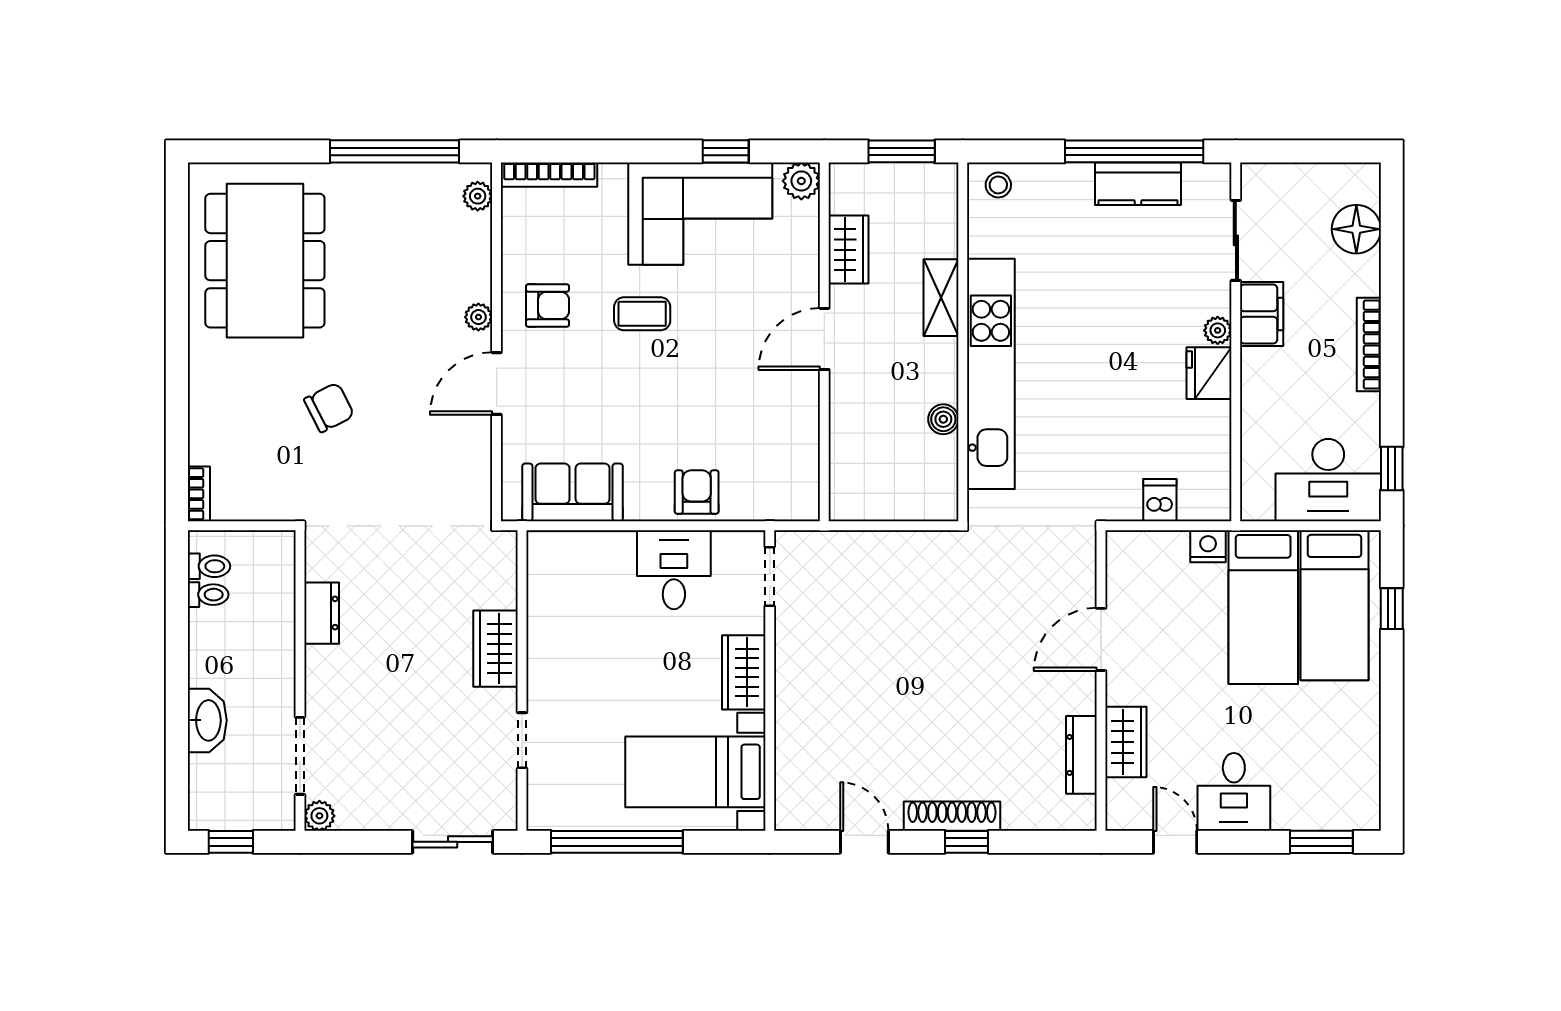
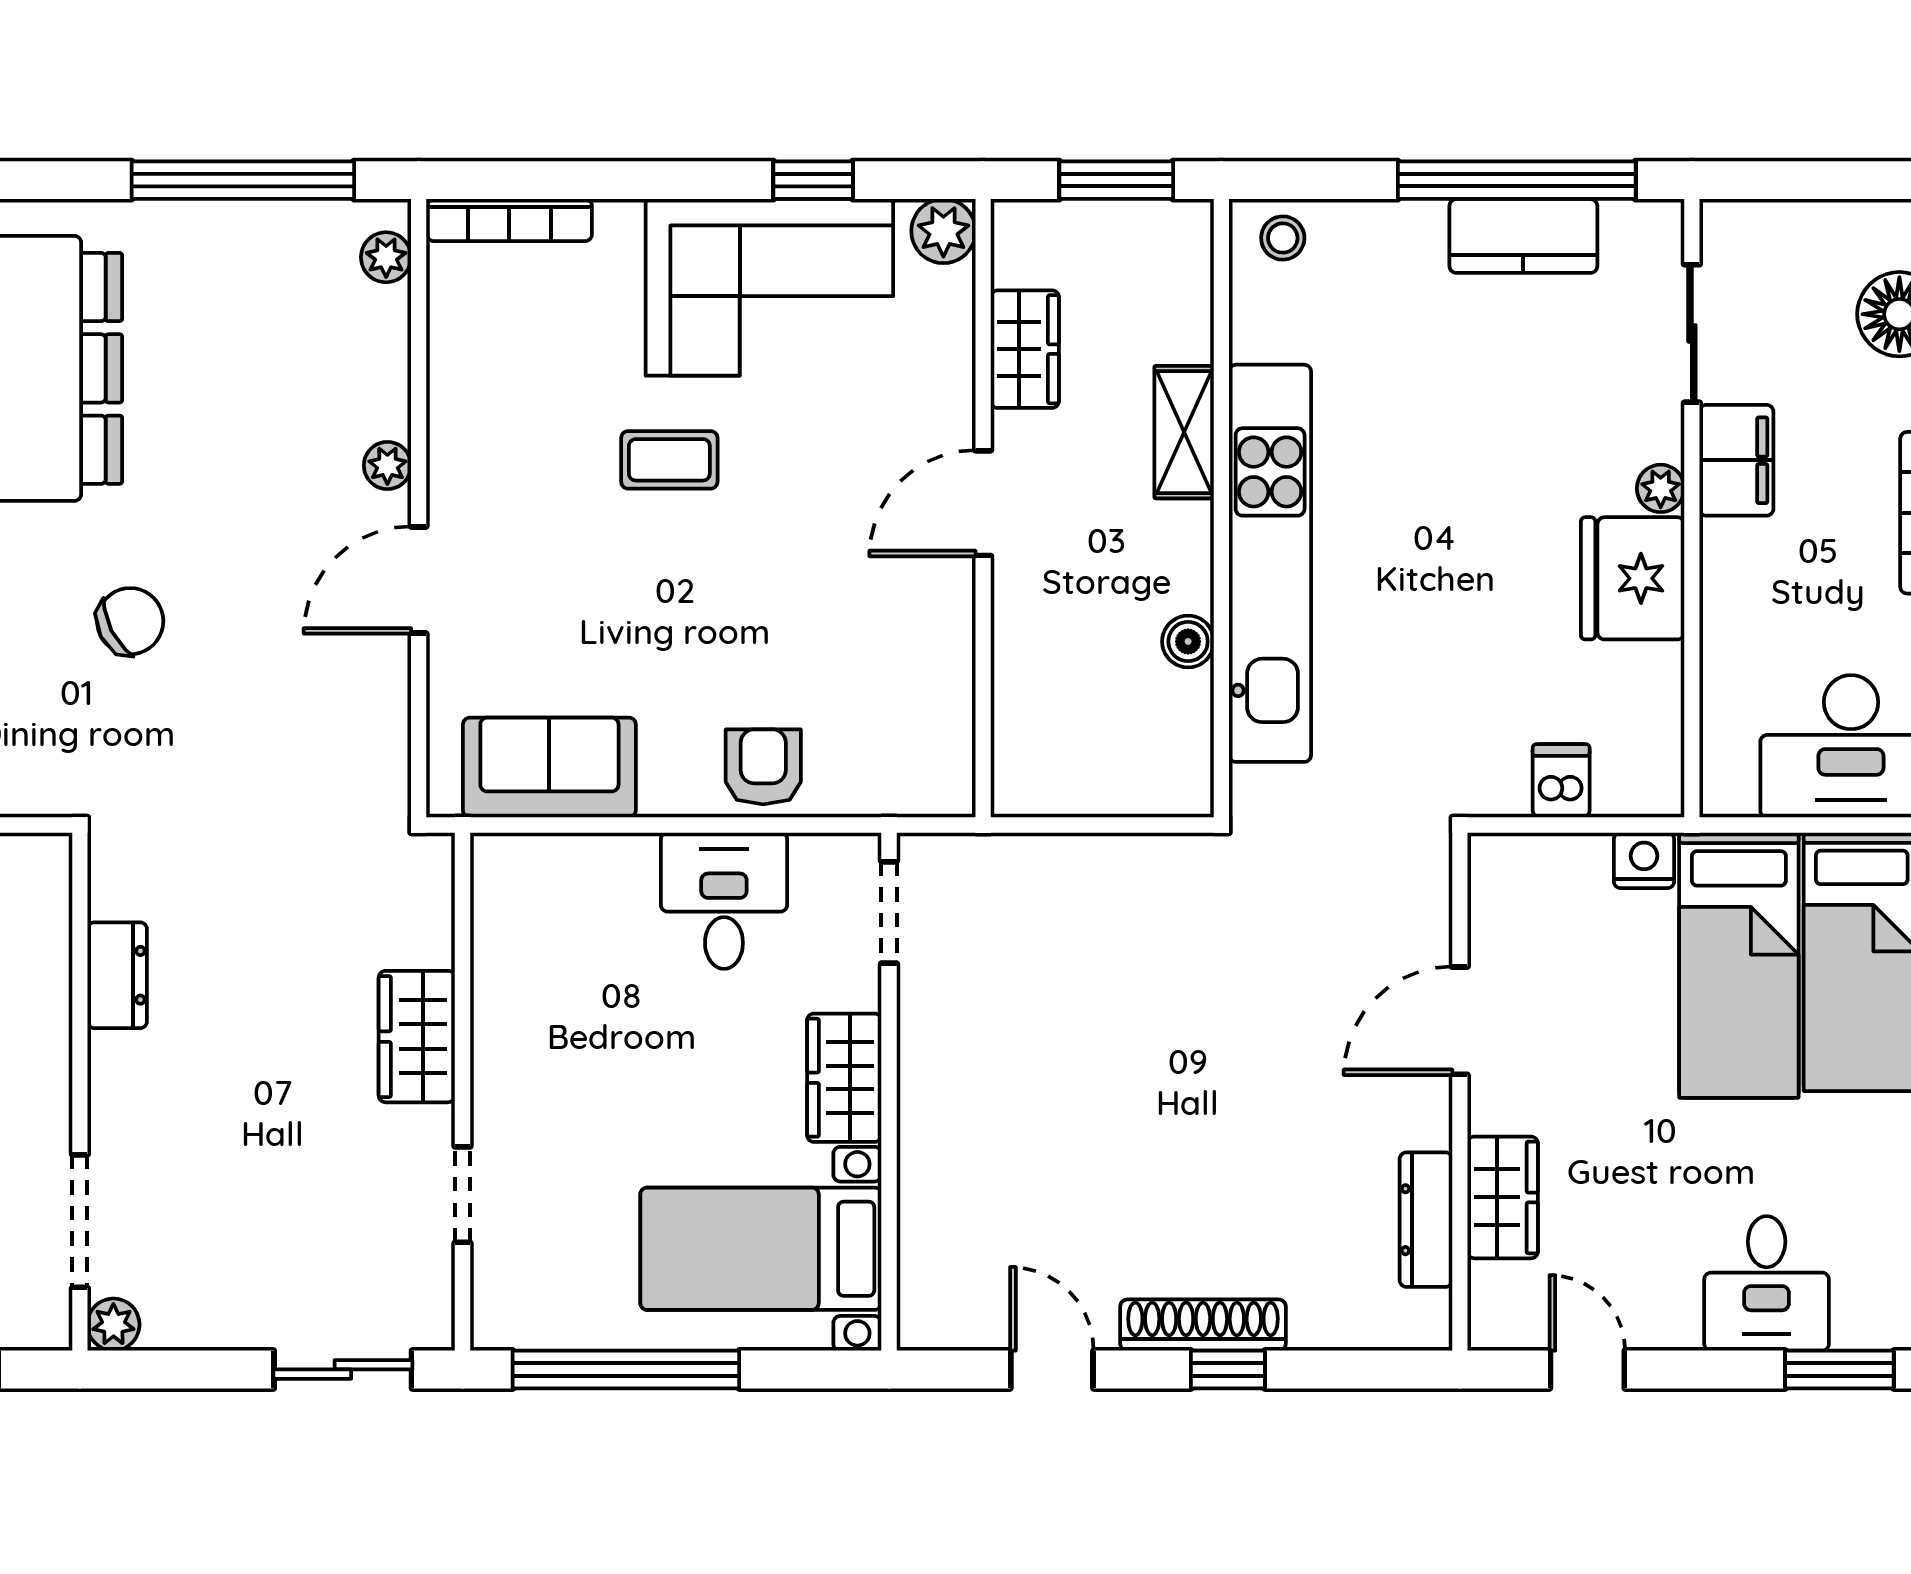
armchair: (548, 305) -> (506, 446), removed
fridge: (1209, 373) -> (1633, 578), width x1.36, depth x1.34
desk: (1234, 792) -> (1767, 1283), moved

